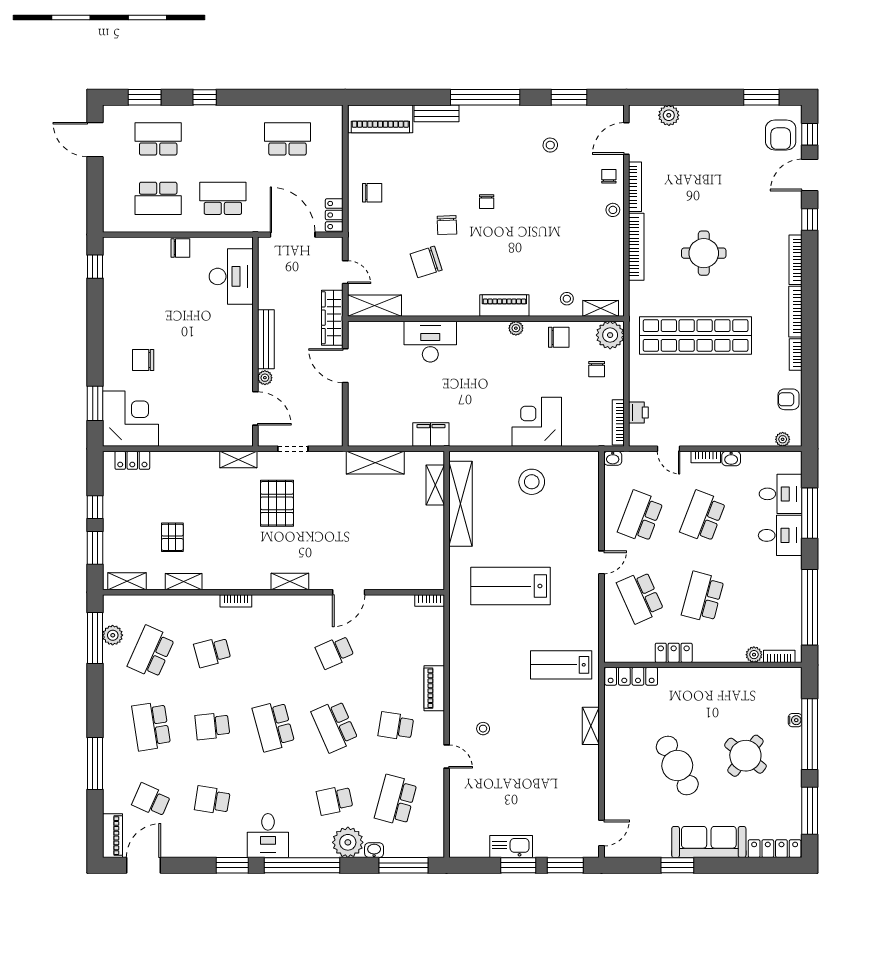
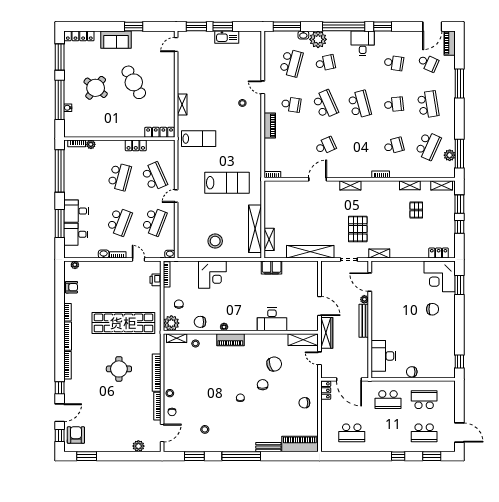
shelving: (375, 463) -> (310, 252), width x1.47
sofa: (709, 842) -> (116, 40), width x0.73

